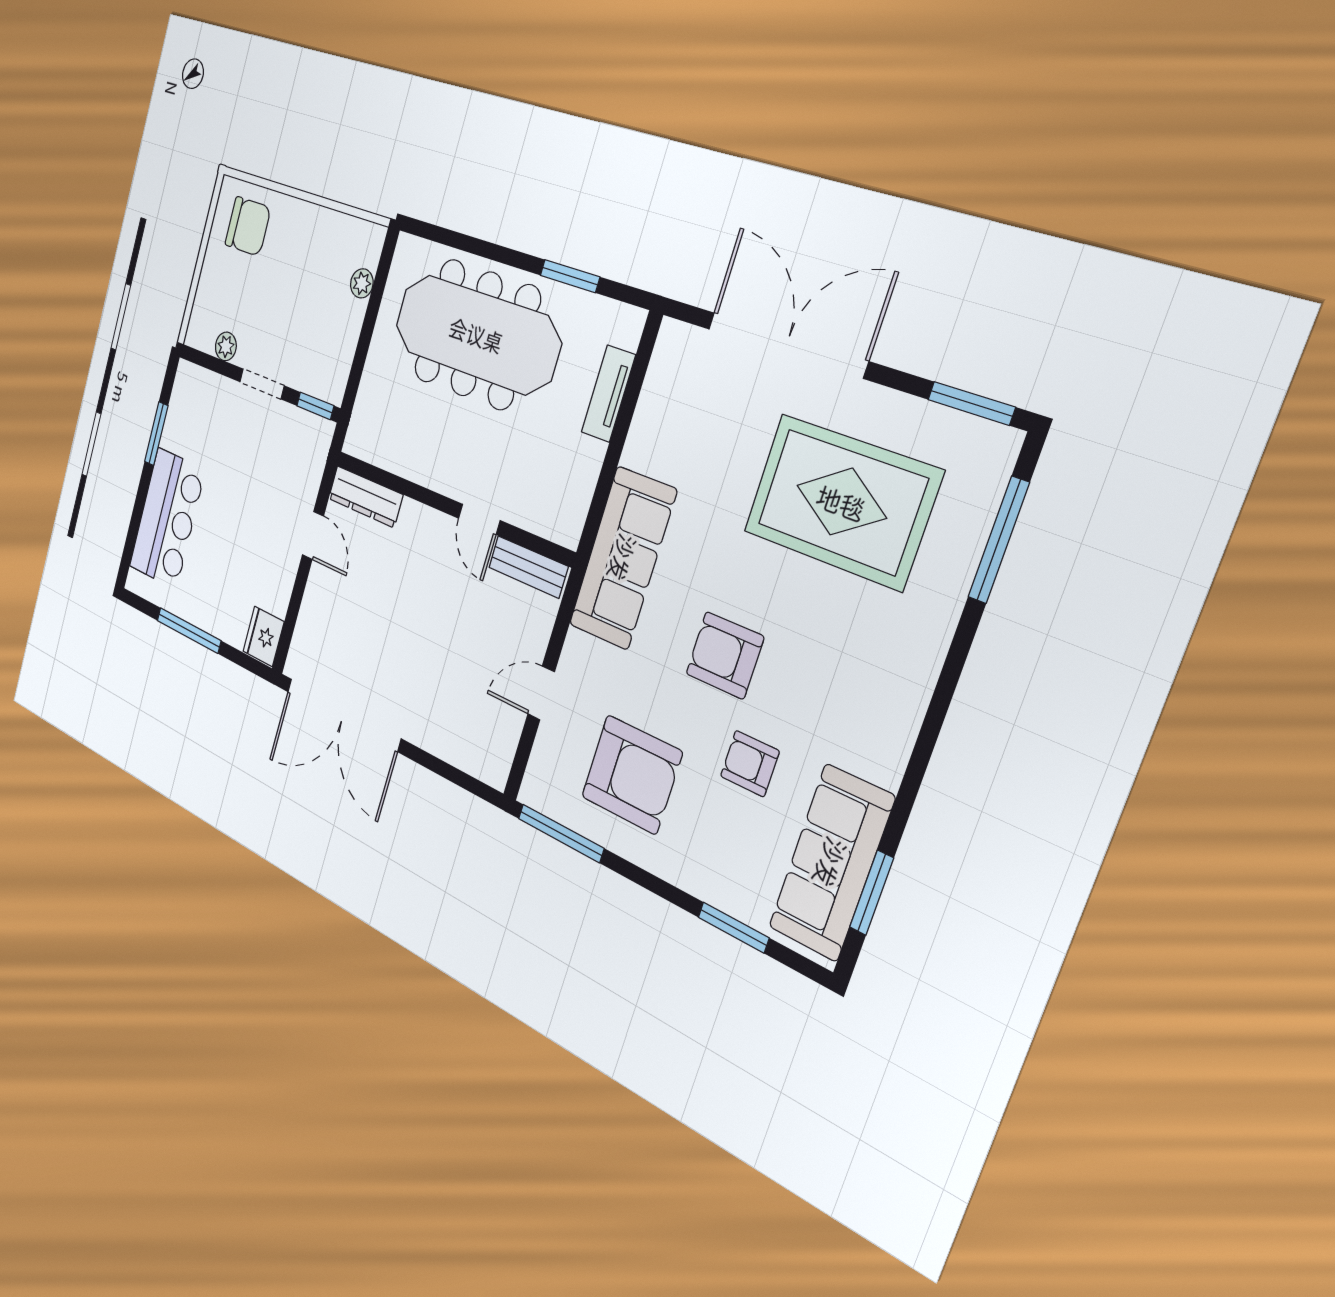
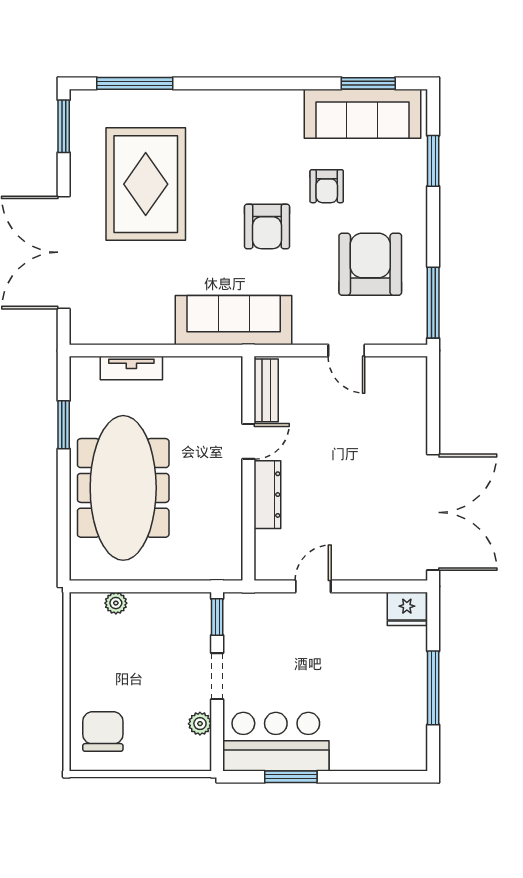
dresser: (365, 497) -> (267, 495), moved
bar counter: (167, 519) -> (276, 742), moved

